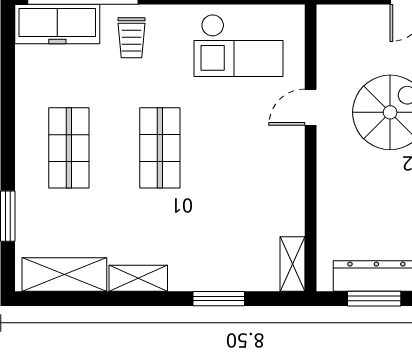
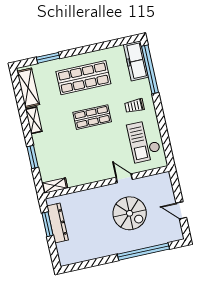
trolley: (132, 38) -> (134, 106), moved
shop shelf: (69, 148) -> (83, 78), width x1.43, depth x1.36

